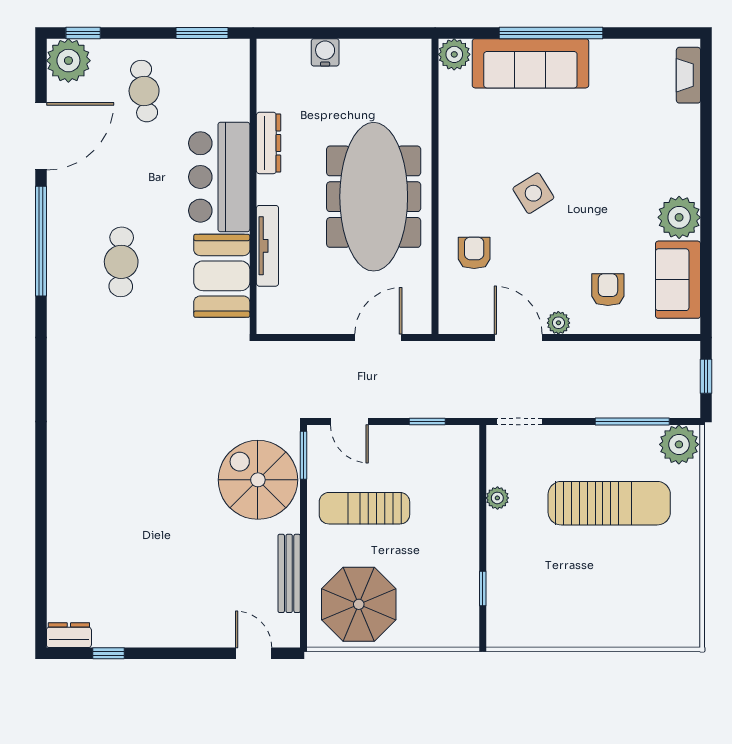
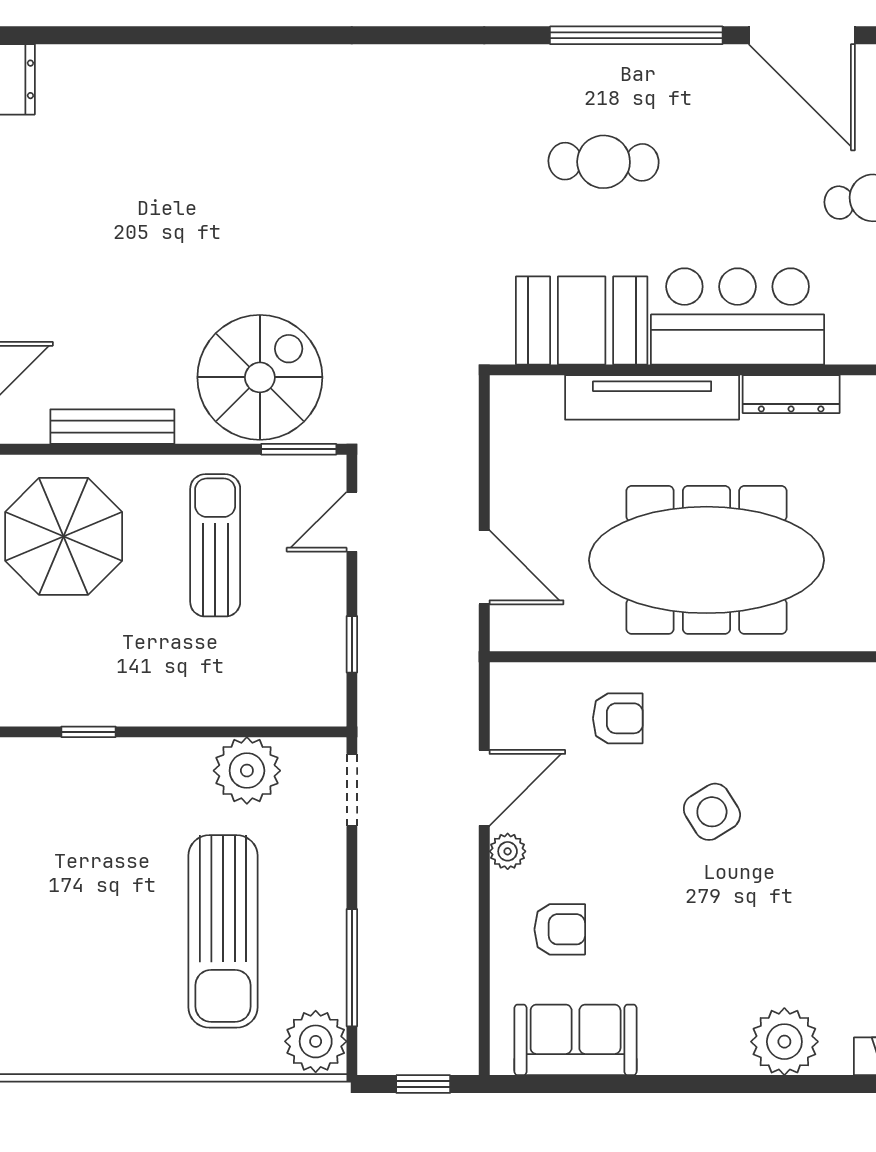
plant: (679, 217) -> (784, 1042), moved
tv unit: (267, 246) -> (652, 397), width x1.36, depth x1.29
plant: (497, 498) -> (247, 771), width x1.87, depth x1.87

